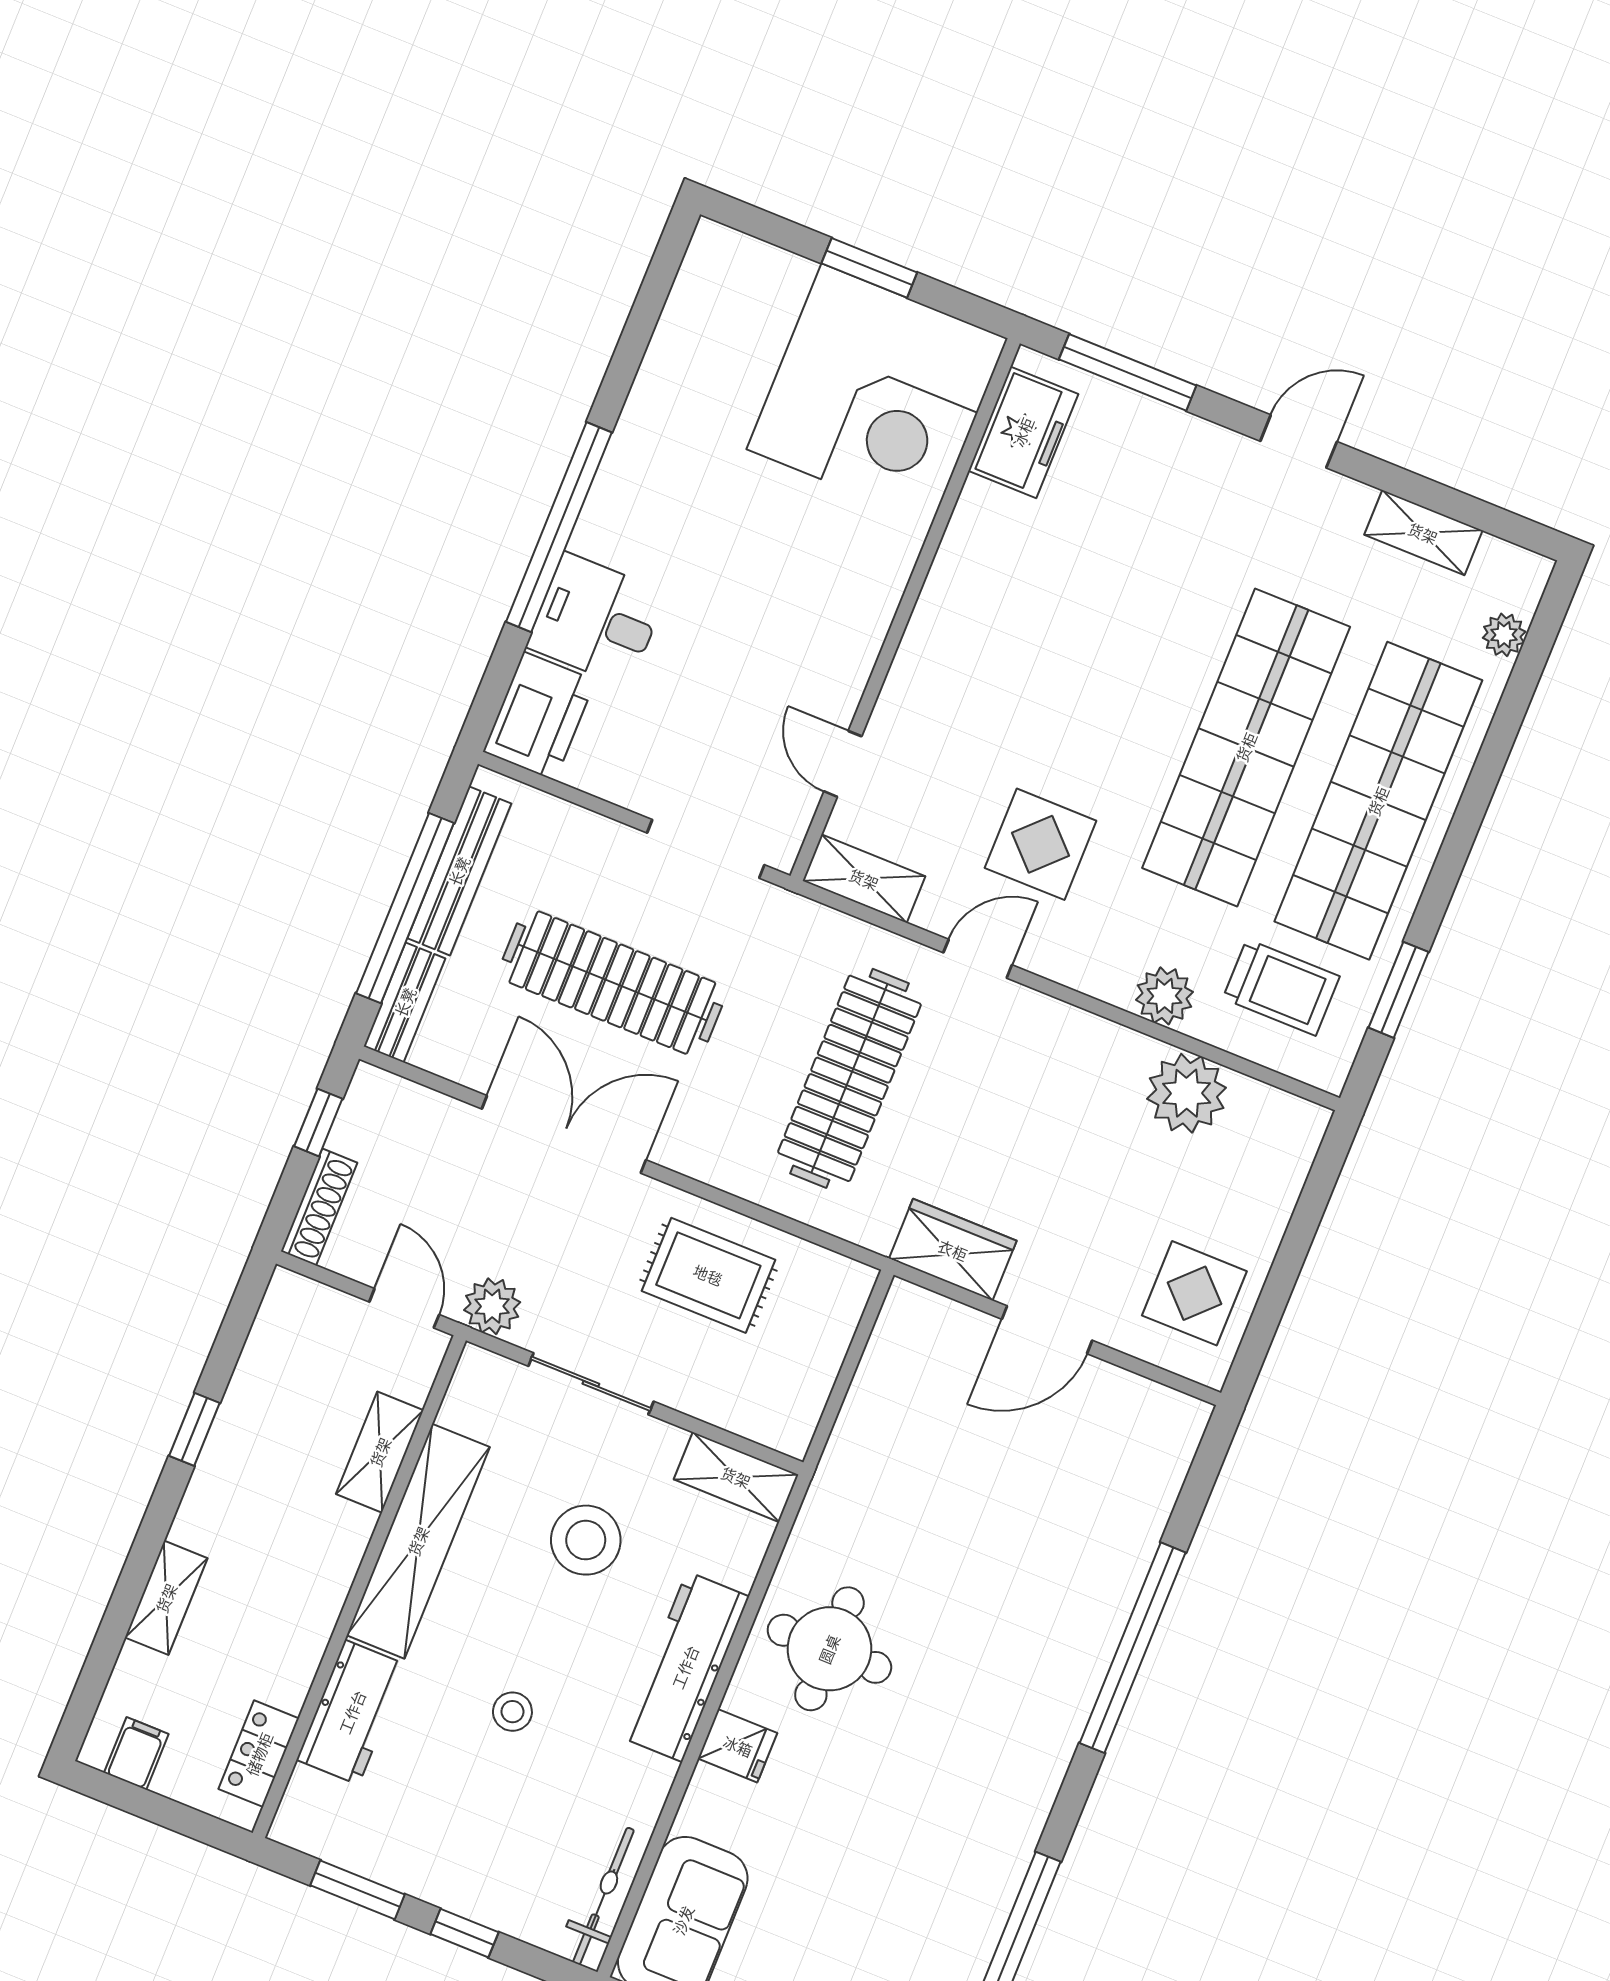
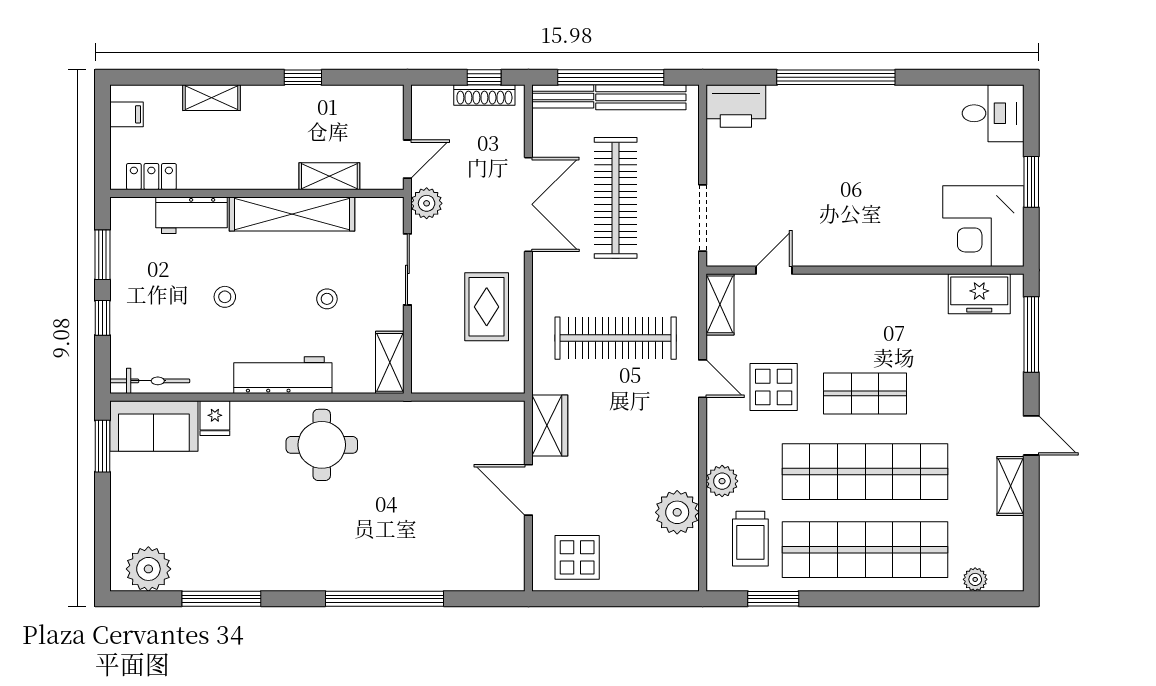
corner desk: (877, 394) -> (983, 226), width x0.74, depth x0.74
shelving: (1423, 533) -> (1011, 486), moved
desk: (597, 620) -> (993, 113), moved, turned 90
shop shelf: (1114, 694) -> (865, 393), added
shoe rack: (319, 1207) -> (484, 95), moved
stool: (586, 1540) -> (327, 299), width x0.53, depth x0.53
fridge: (738, 1746) -> (215, 418), moved

